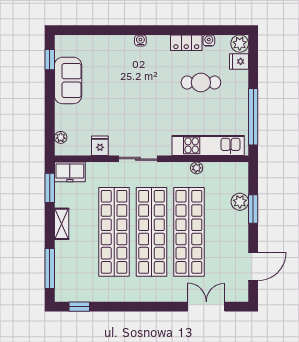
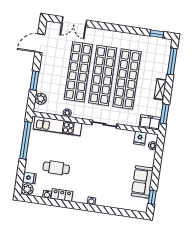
fridge: (100, 146) -> (140, 138), moved
plant: (240, 202) -> (41, 99), moved

